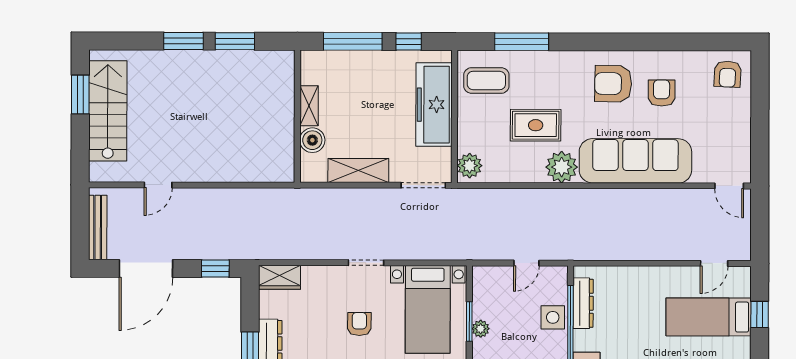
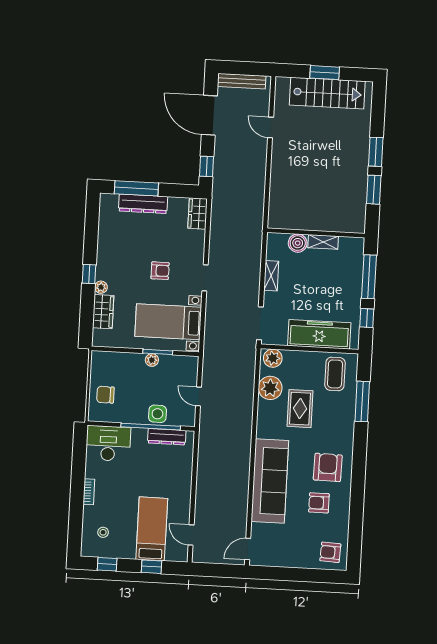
armchair: (662, 93) -> (319, 503), turned 180
window: (80, 94) -> (325, 73), moved
plant: (562, 167) -> (270, 388), moved
shelving: (358, 171) -> (271, 276), width x0.67, depth x0.75

